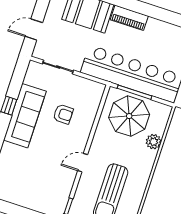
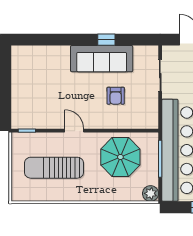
parasol: (129, 116) -> (120, 157), moved
plant: (154, 142) -> (151, 193), moved

